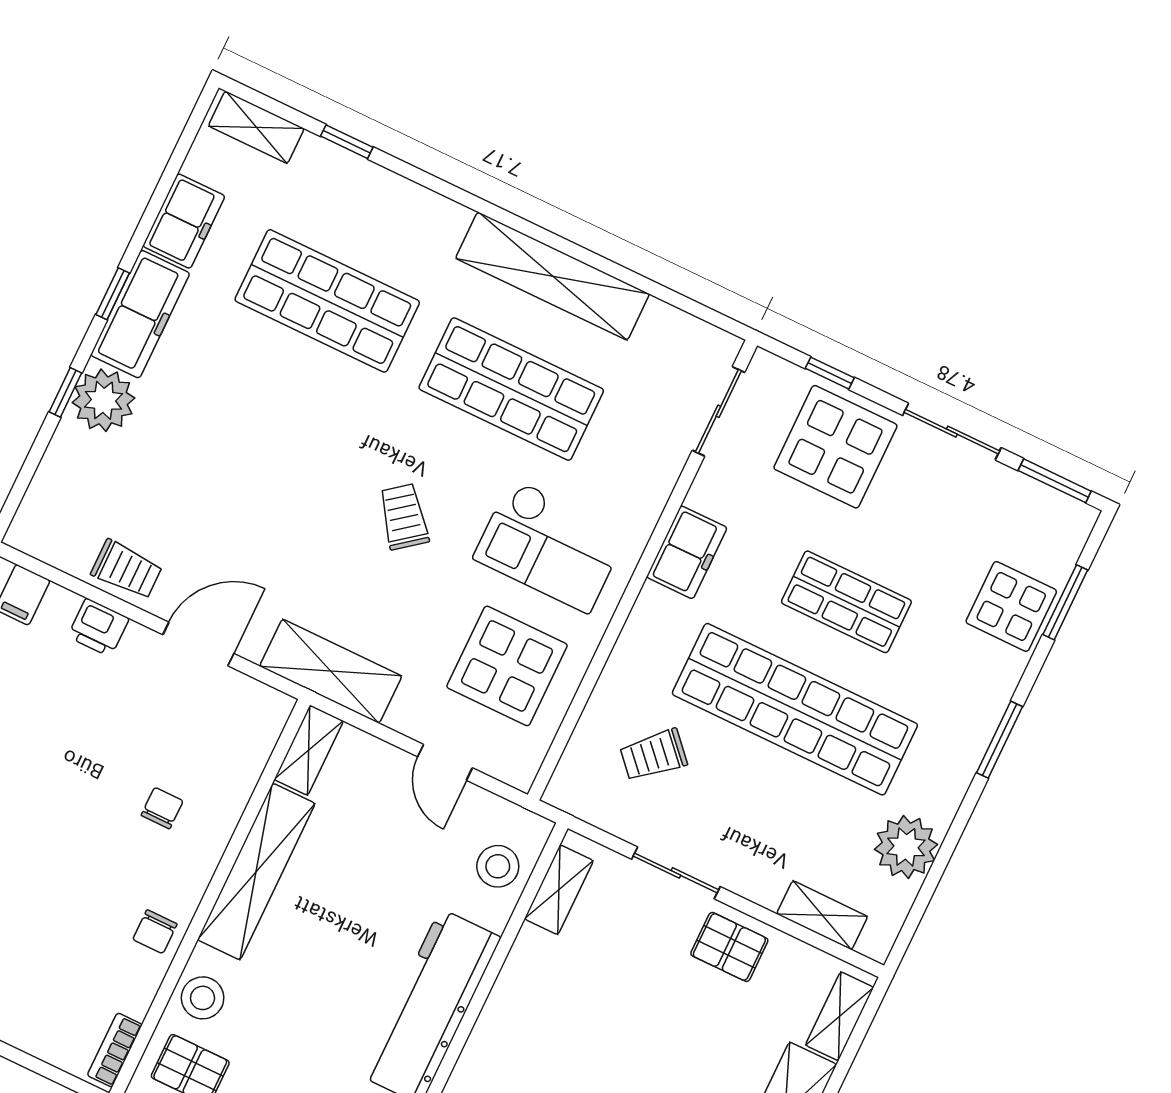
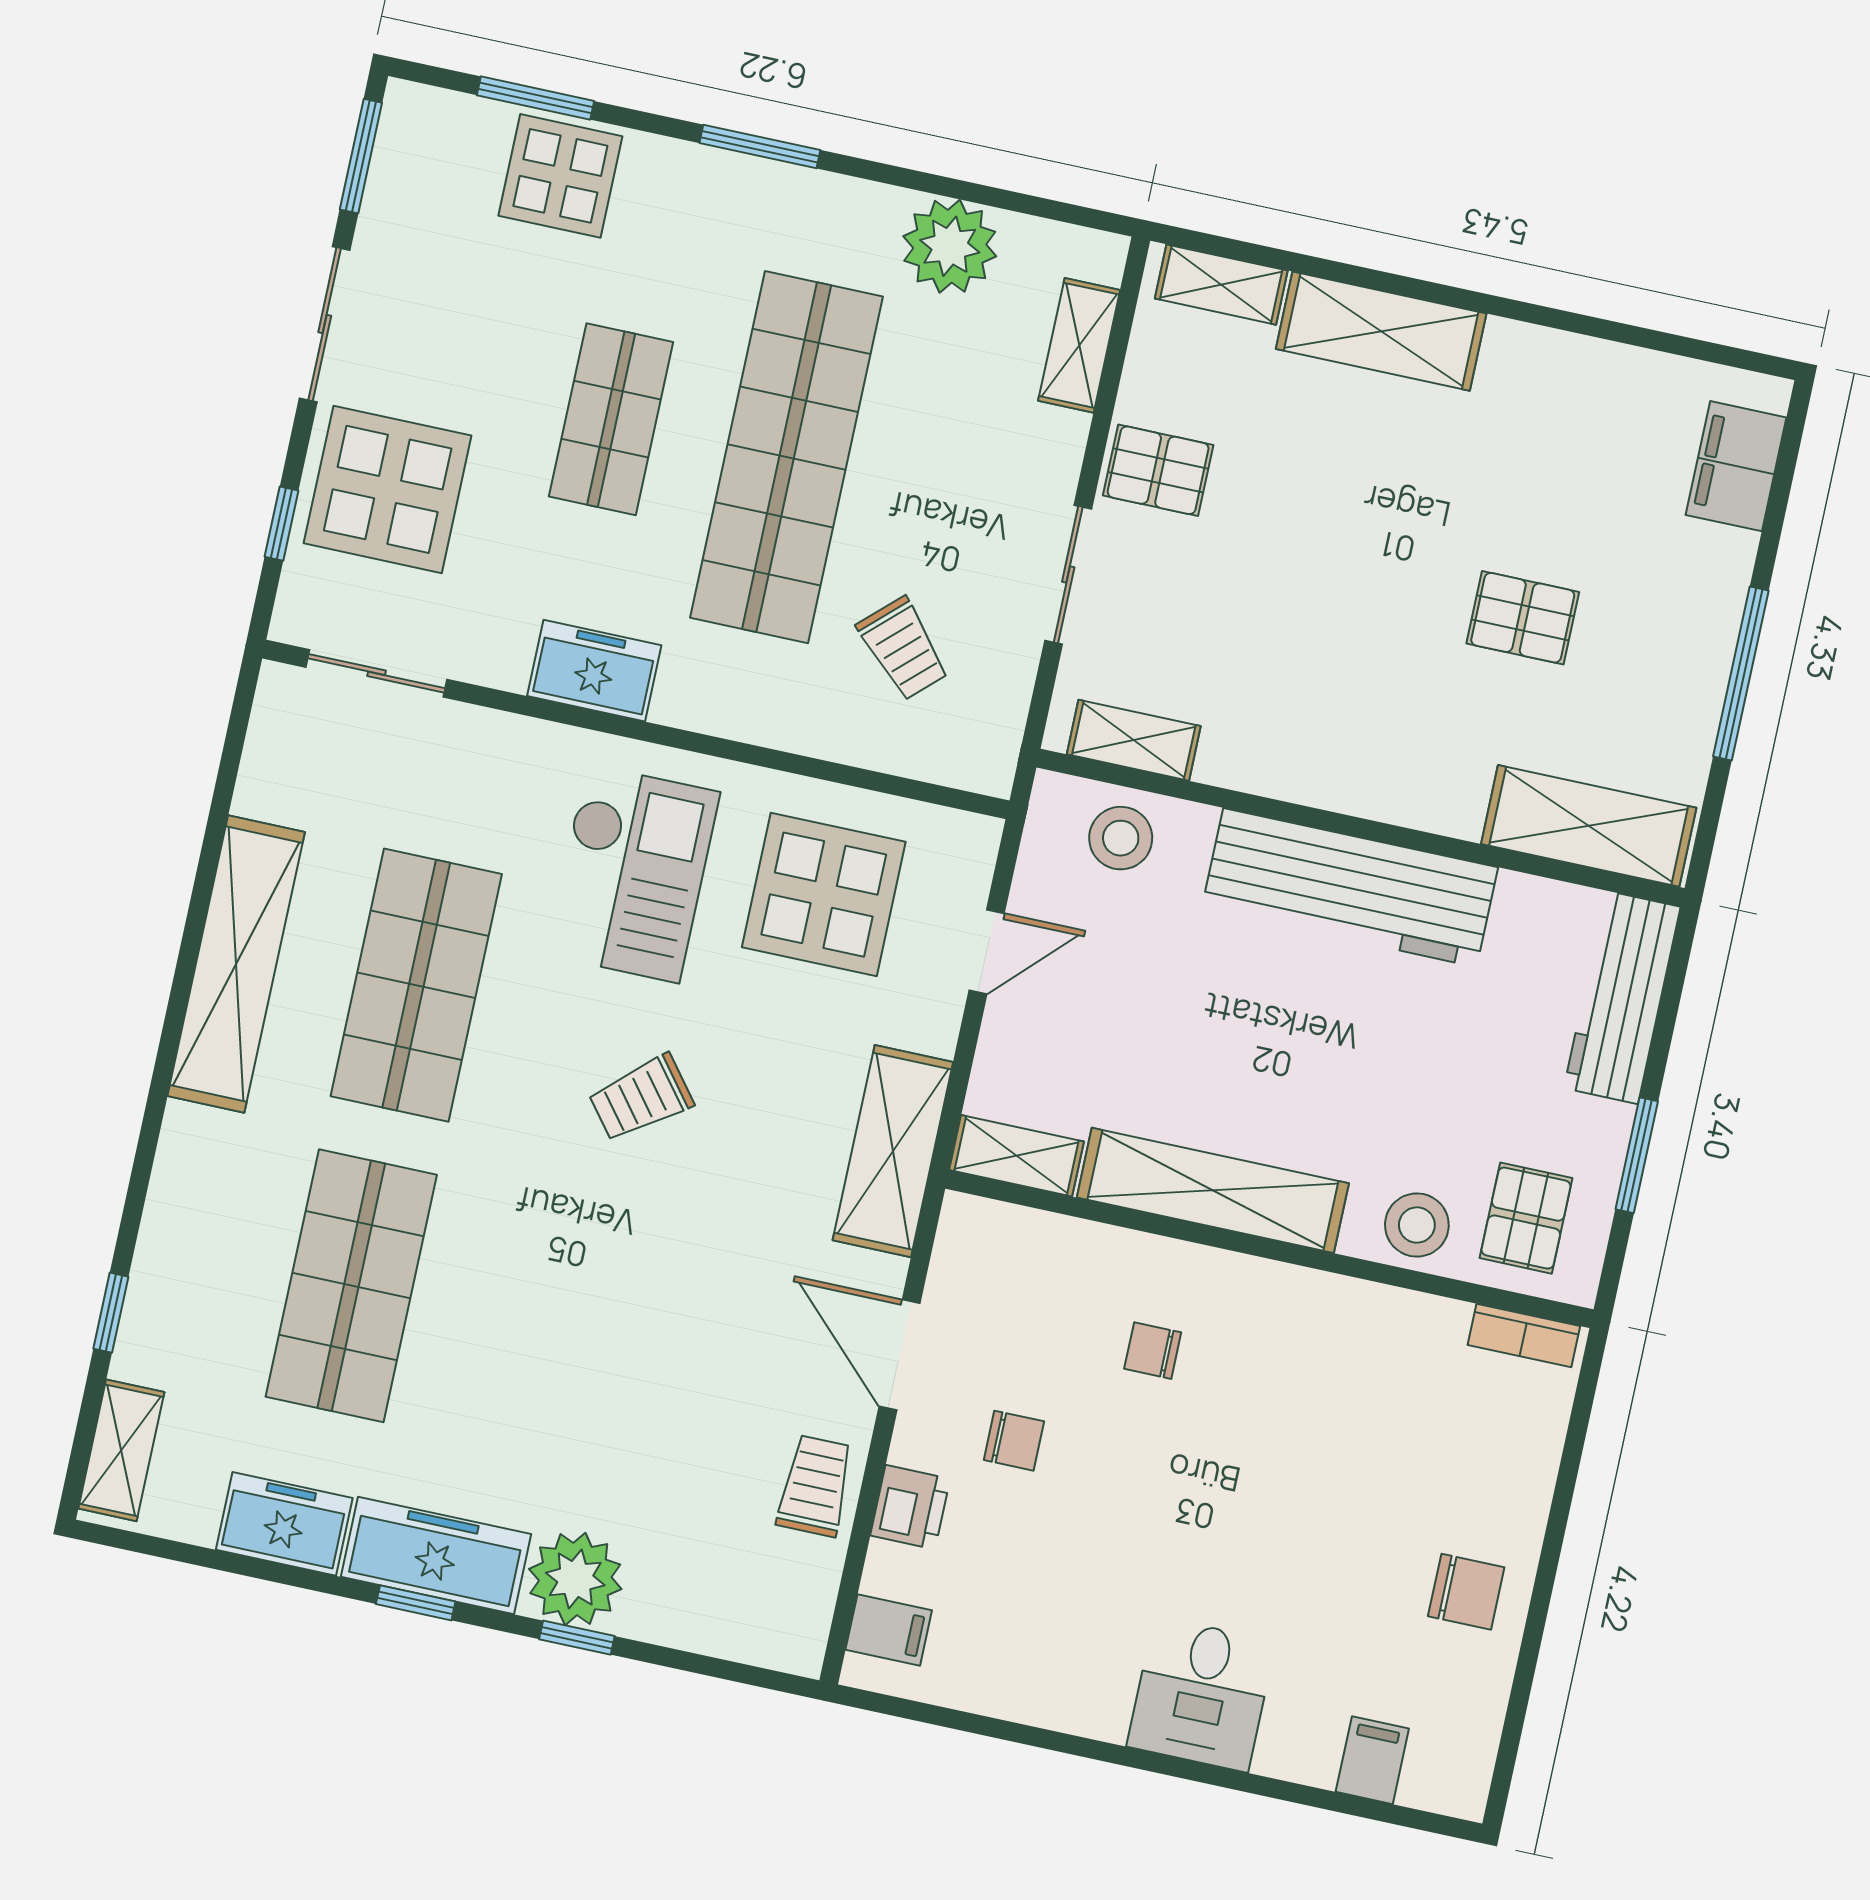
chair: (155, 932) -> (1014, 1441), moved
pallet: (729, 947) -> (1158, 470), turned 90

